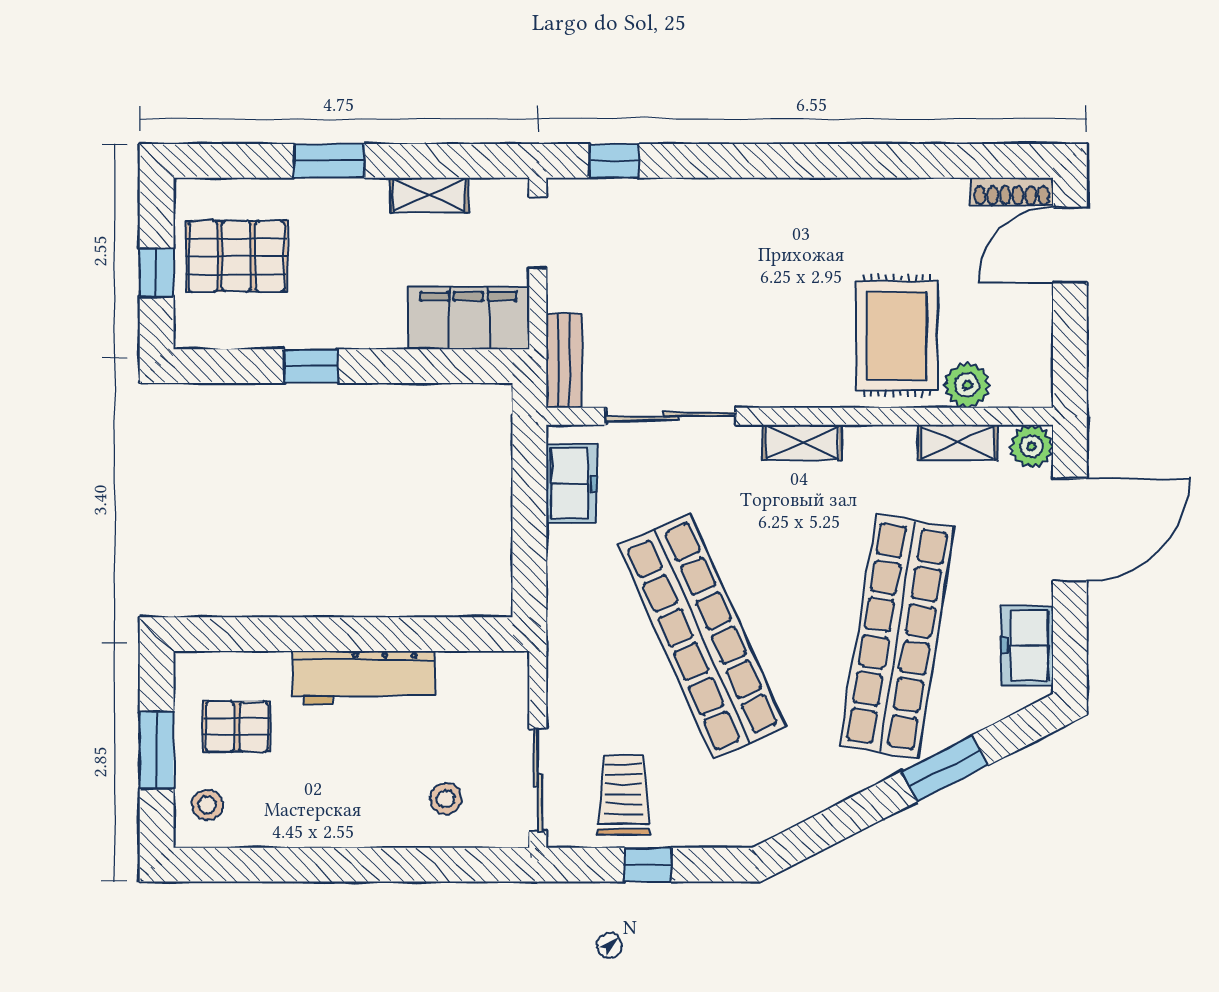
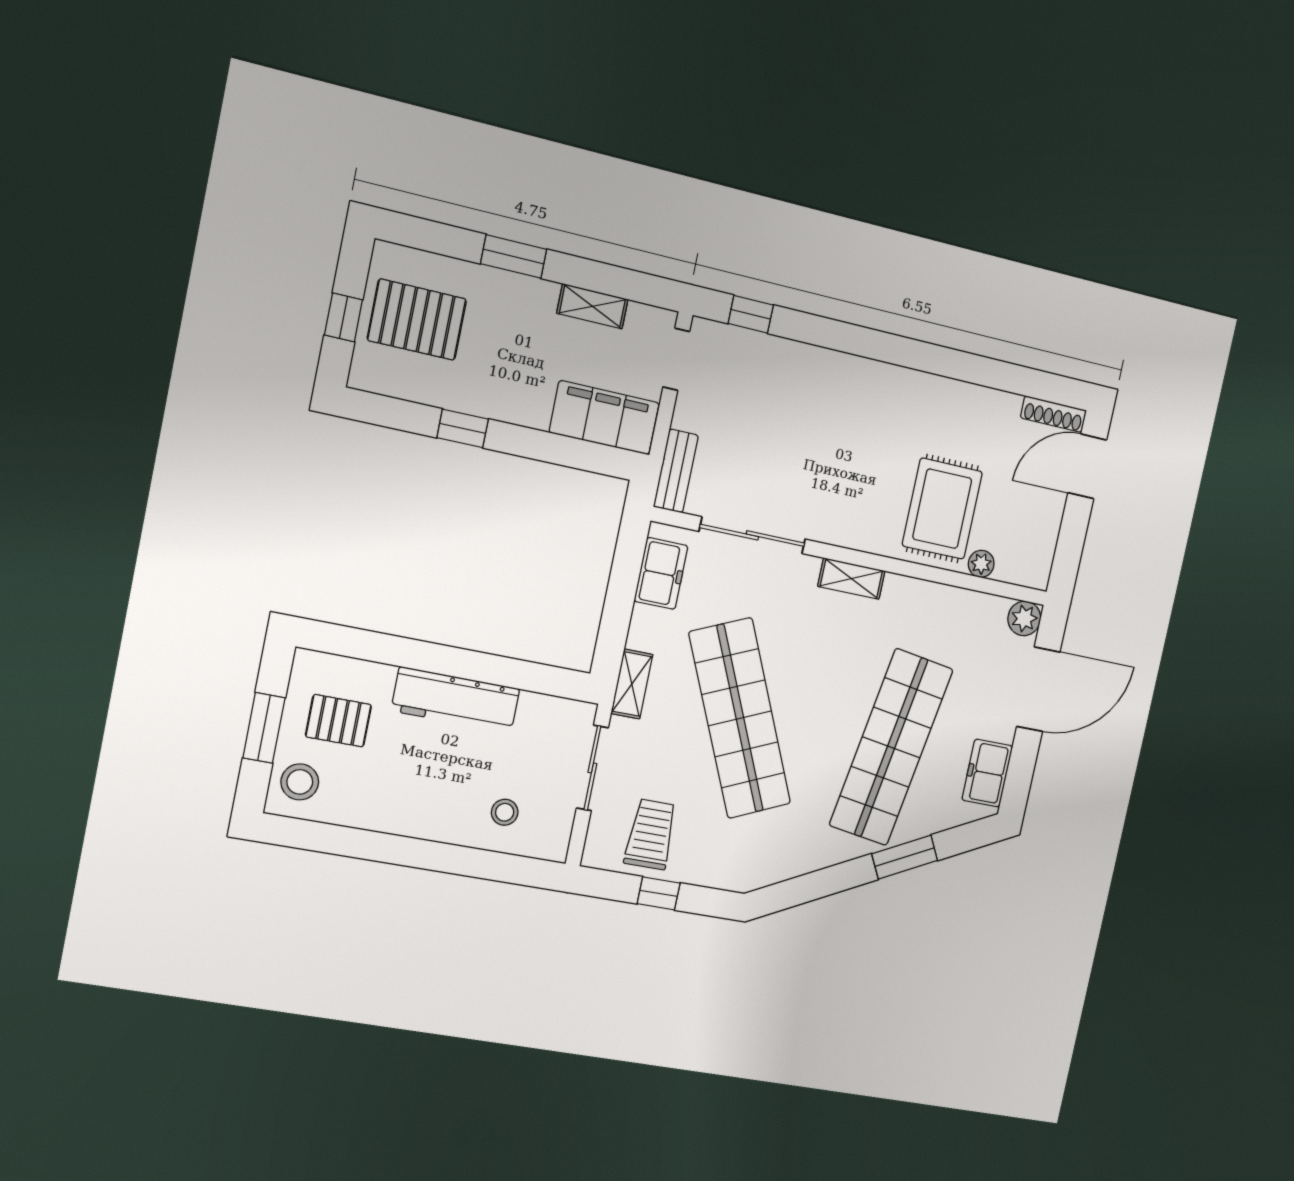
plant: (967, 385) -> (981, 564), width x0.73, depth x0.73
shelving: (958, 443) -> (632, 684), moved, turned 90
sliding door: (538, 780) -> (592, 768), moved
stool: (207, 805) -> (300, 782), width x1.37, depth x1.37

